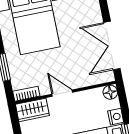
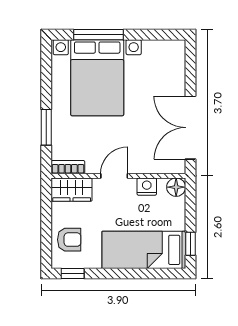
door: (62, 93) -> (114, 176), hinge flipped
nightstand: (116, 117) -> (147, 187), moved, turned -90

